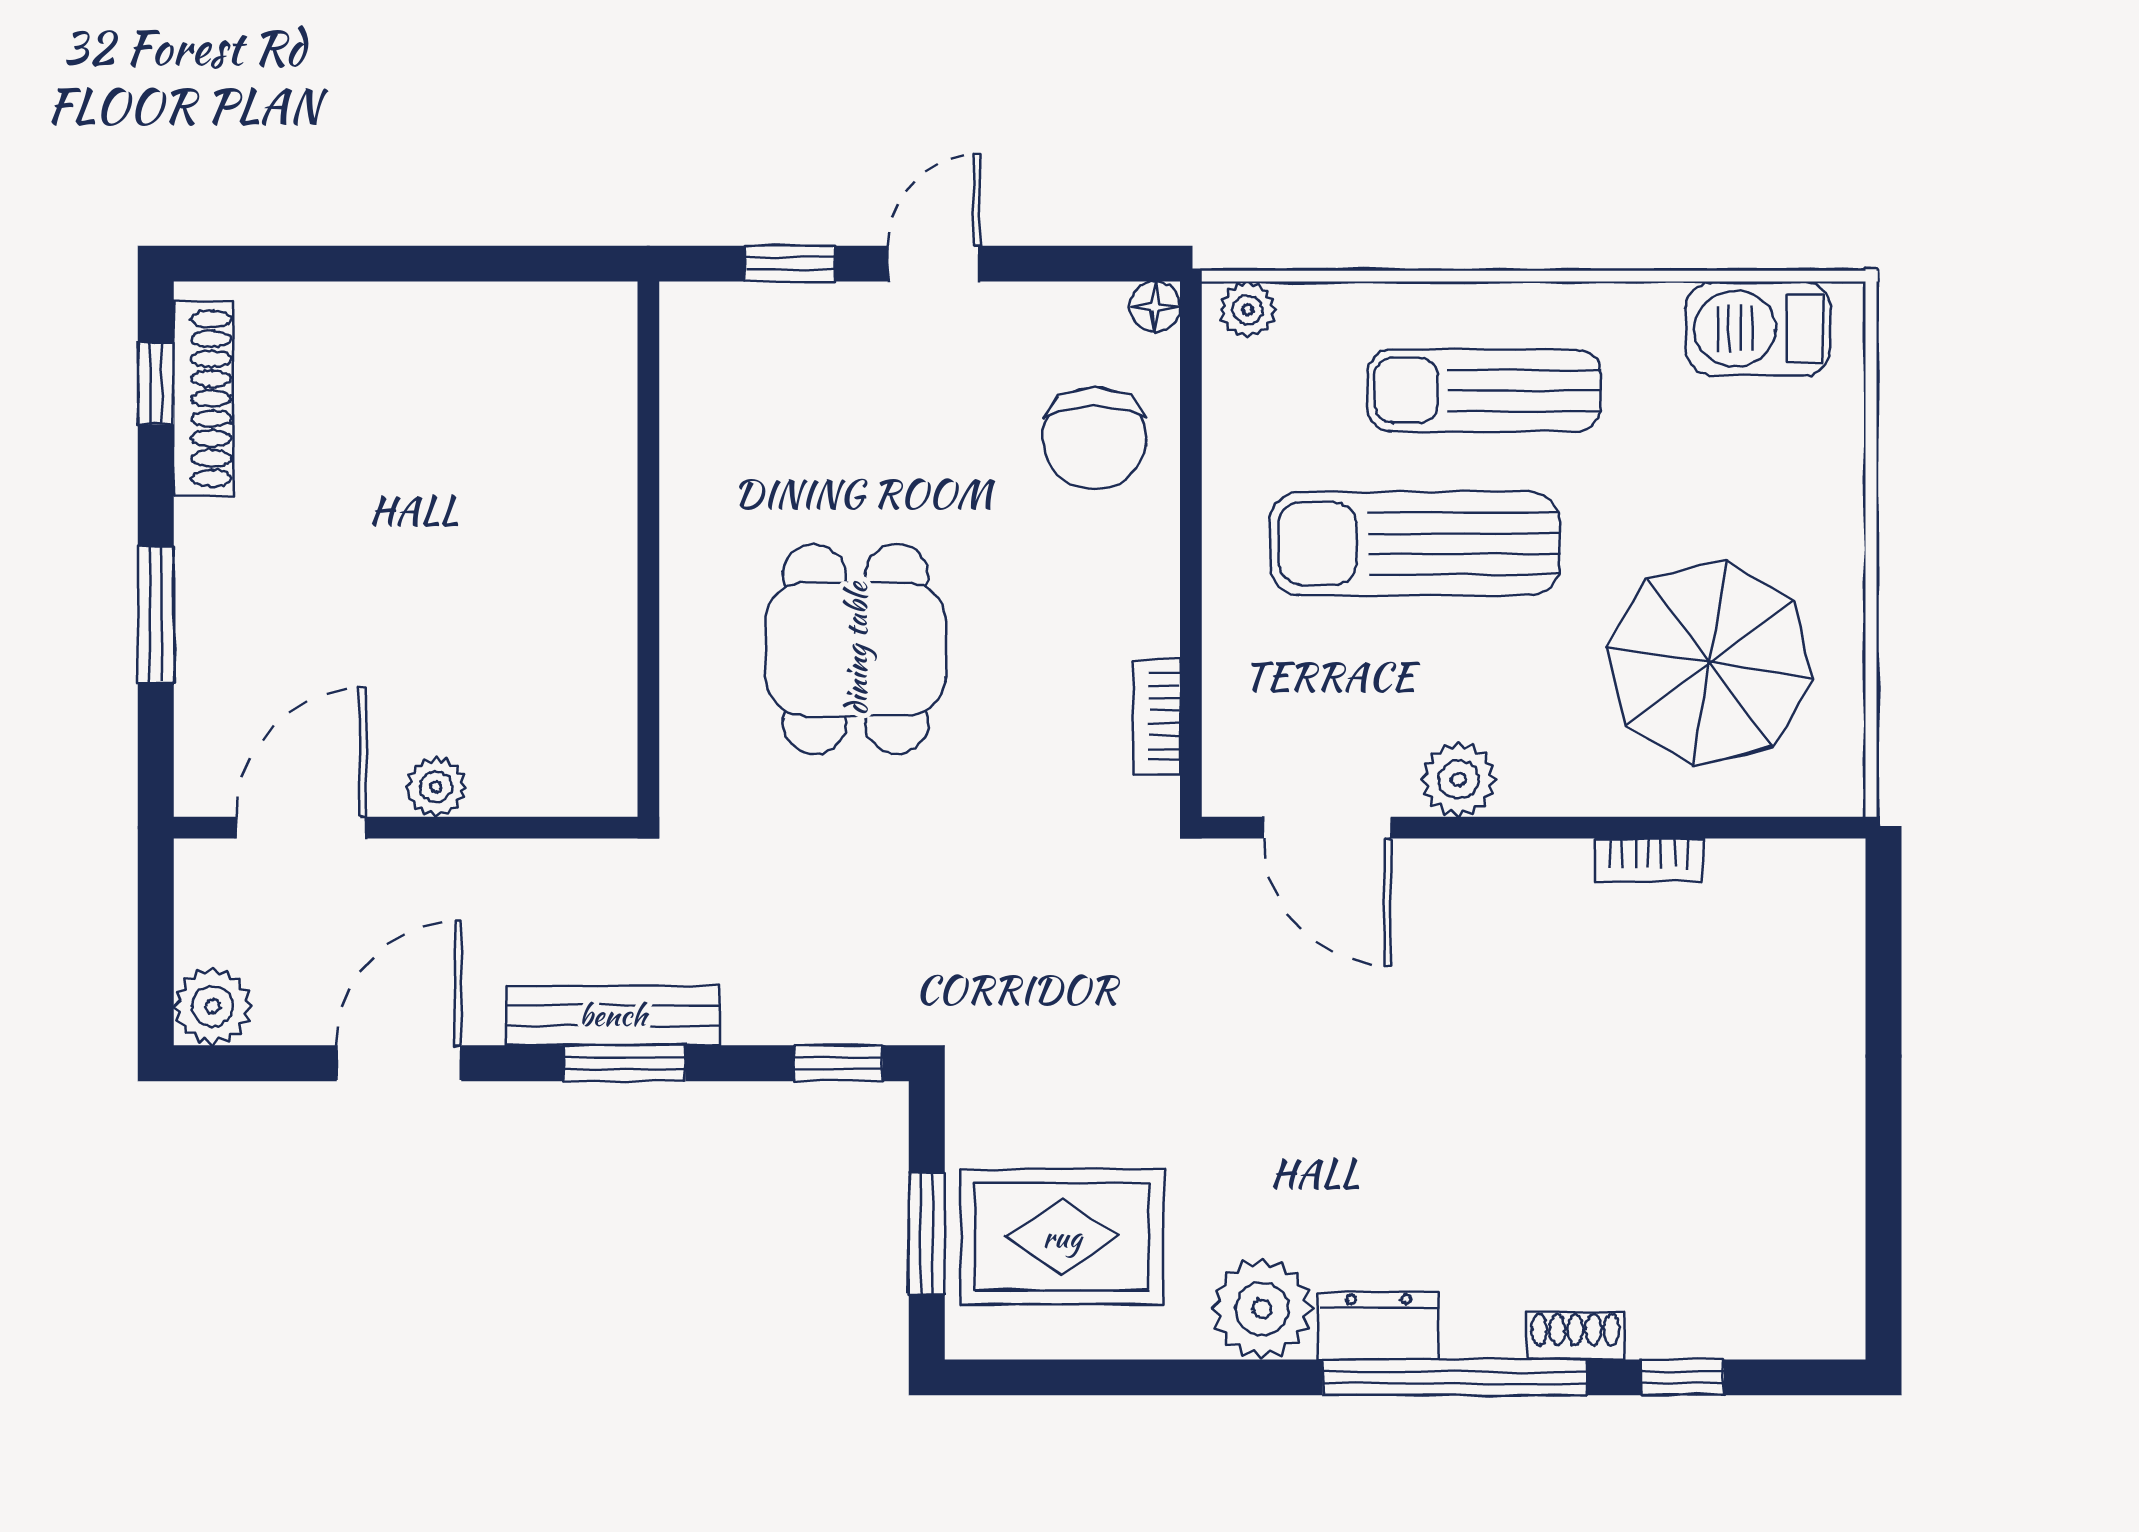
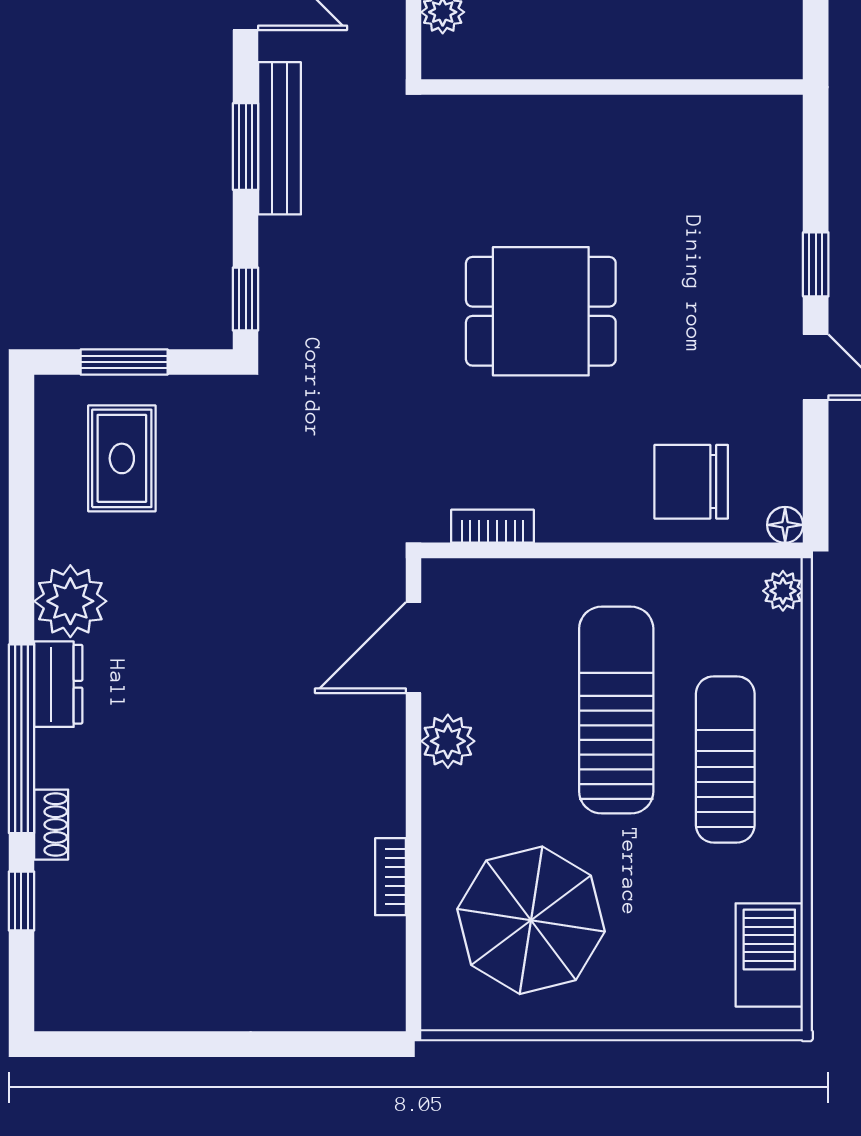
wall: (648, 549) -> (612, 87), moved
rug: (1062, 1237) -> (122, 458), width x0.73, depth x0.70

